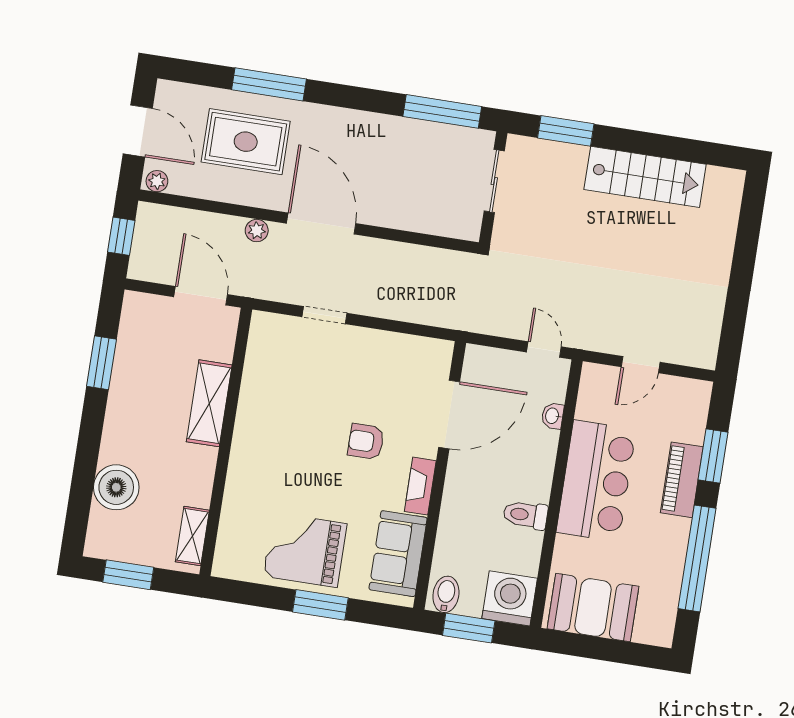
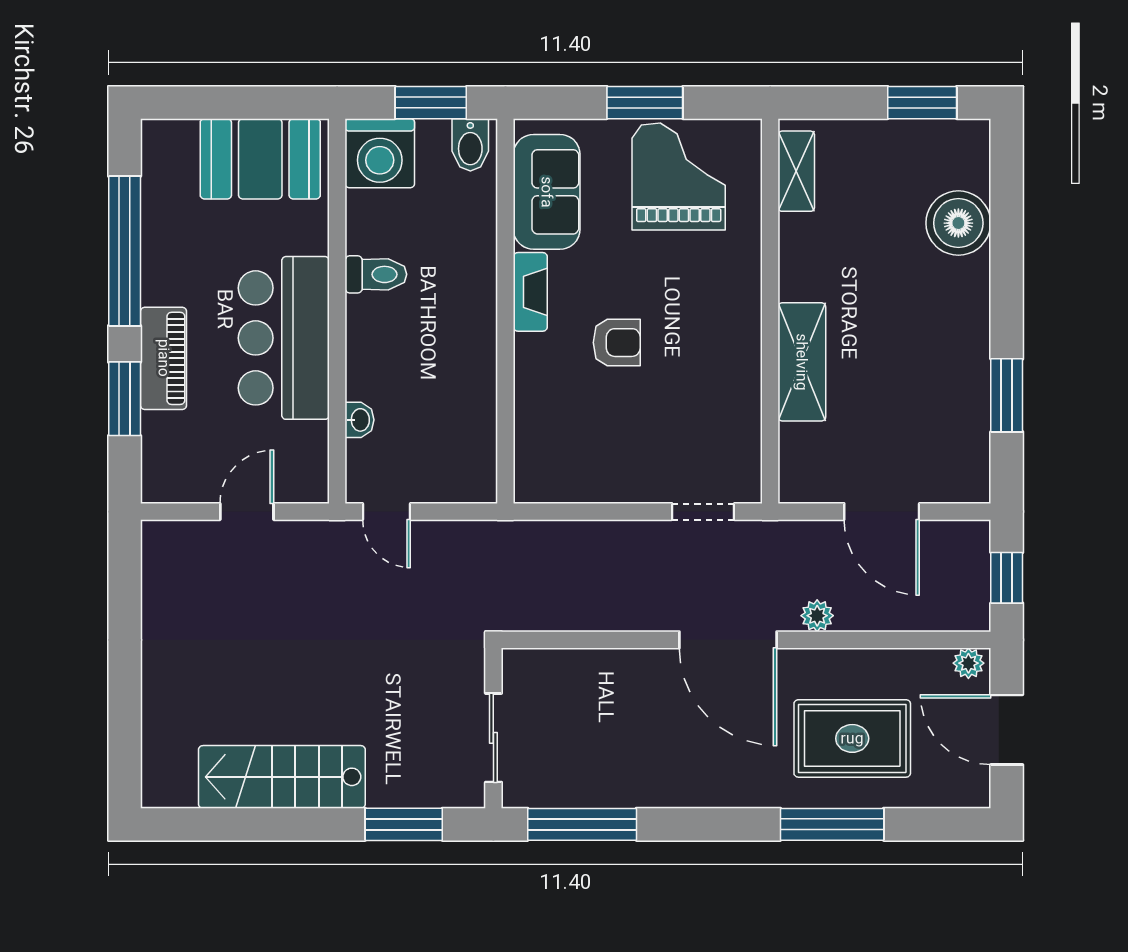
shelving: (209, 403) -> (802, 362), moved
door: (449, 414) -> (505, 399), removed
wall: (226, 442) -> (770, 311), moved
shelving: (192, 536) -> (796, 171), moved
grand piano: (305, 550) -> (679, 176), turned -90

